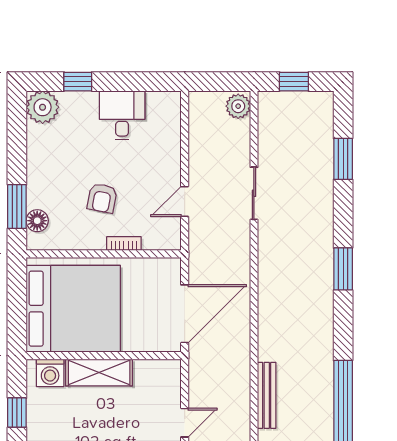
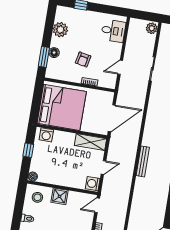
plant: (43, 107) -> (60, 30), moved
desk: (122, 115) -> (113, 31), moved, turned 90
floor lamp: (37, 221) -> (54, 53), moved
shelving: (99, 373) -> (91, 142), moved

